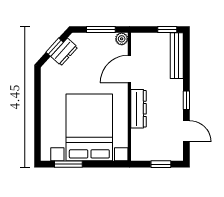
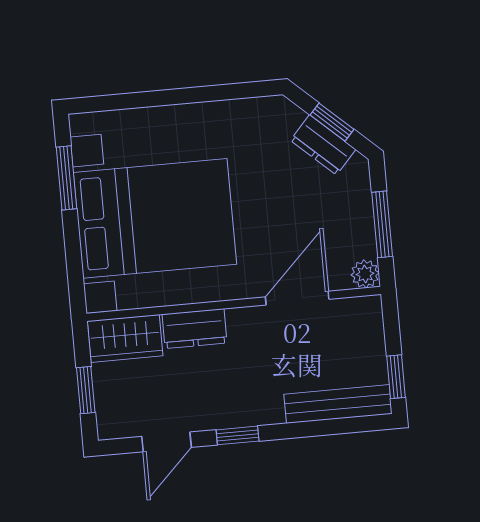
door: (129, 69) -> (297, 298), hinge flipped
dresser: (139, 109) -> (195, 329), width x0.70
wardrobe: (140, 145) -> (125, 338), added

